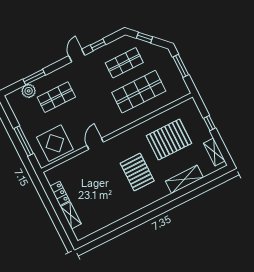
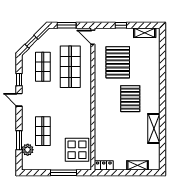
door: (95, 144) -> (93, 37), moved
pallet: (137, 172) -> (130, 99), turned 90
shelving: (184, 179) -> (154, 129), moved
locker: (60, 193) -> (104, 165), moved

